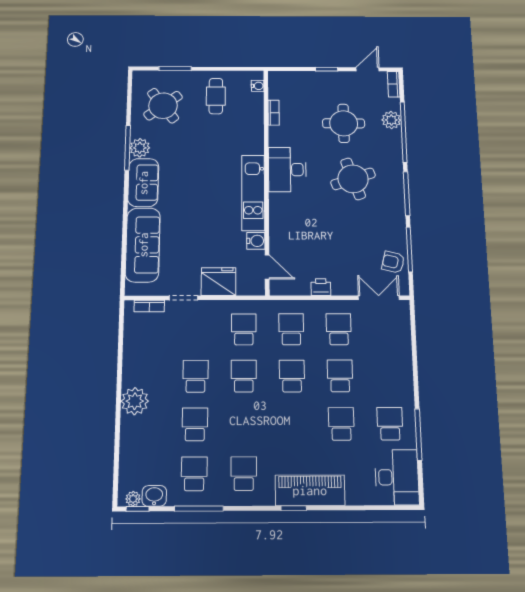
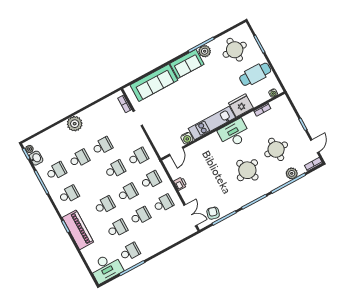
door: (368, 69) -> (315, 146), hinge flipped
cafe table: (216, 96) -> (255, 74), width x1.37, depth x1.35
round table: (163, 106) -> (235, 50), turned 37
fridge: (218, 282) -> (241, 105), moved, turned -90
school desk: (293, 424) -> (105, 205), added

